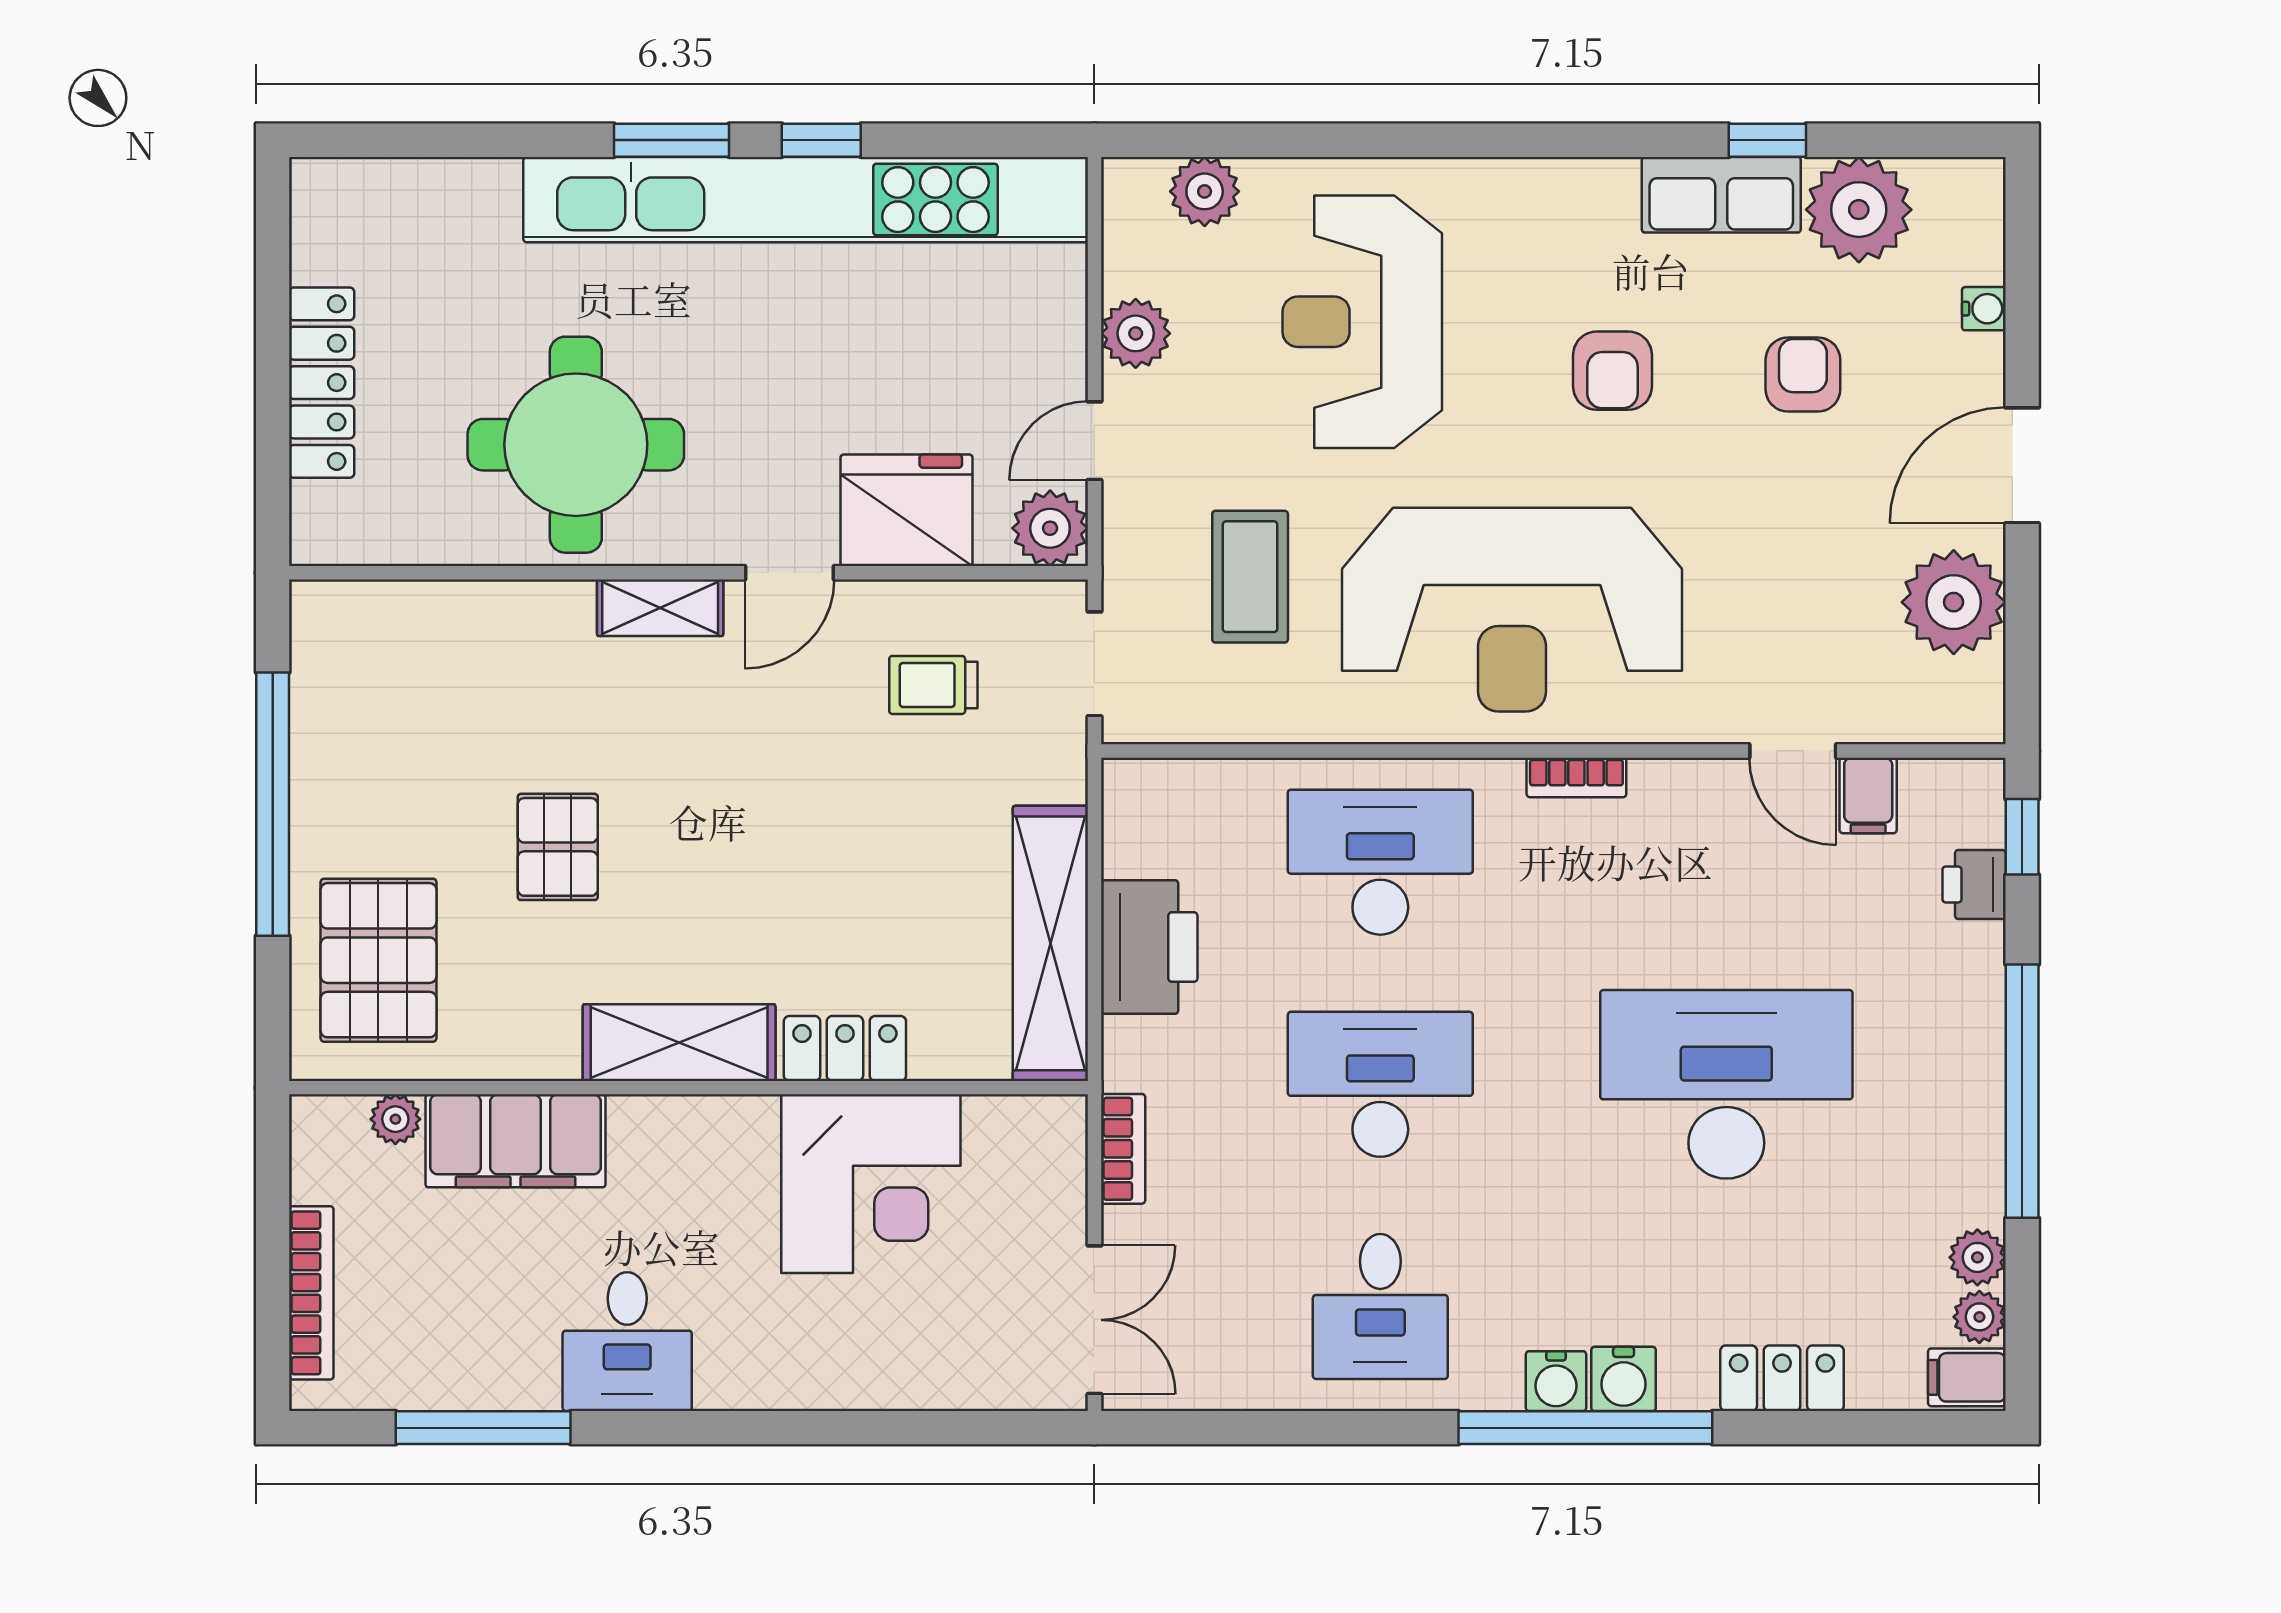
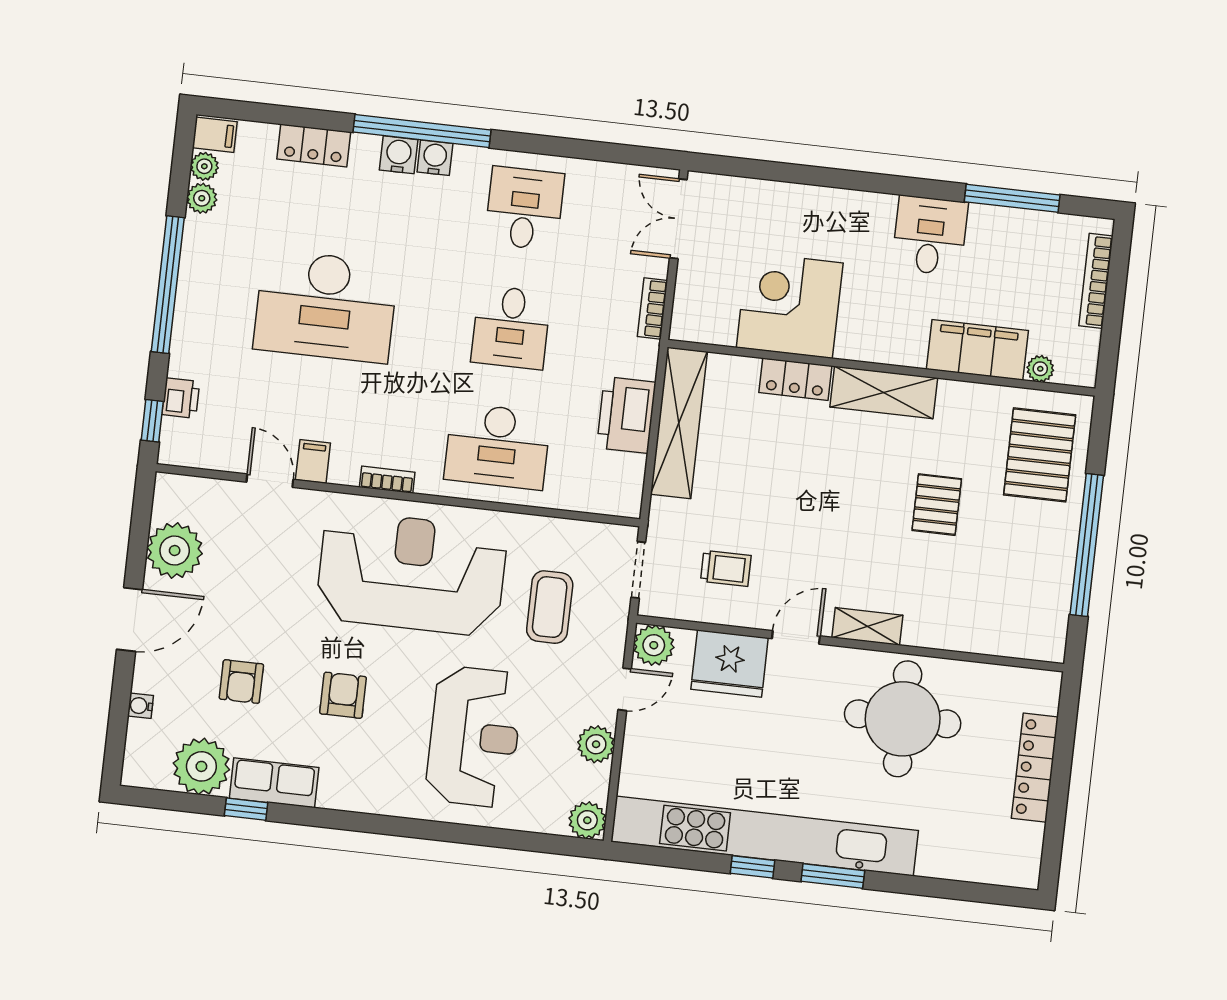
plant: (1205, 191) -> (587, 820), moved
filing cabinet: (1868, 795) -> (313, 461), moved
desk: (1380, 1084) -> (511, 327), width x0.73

